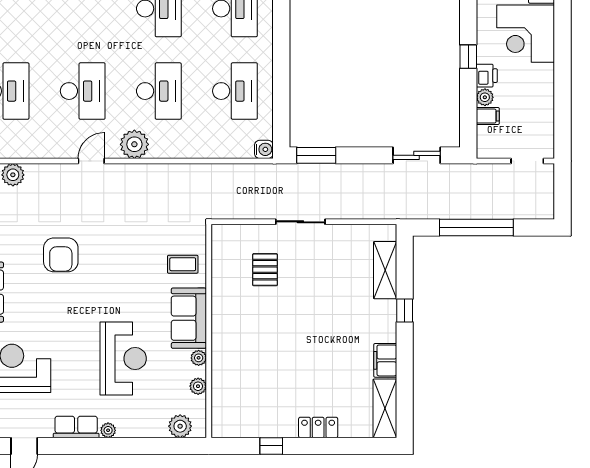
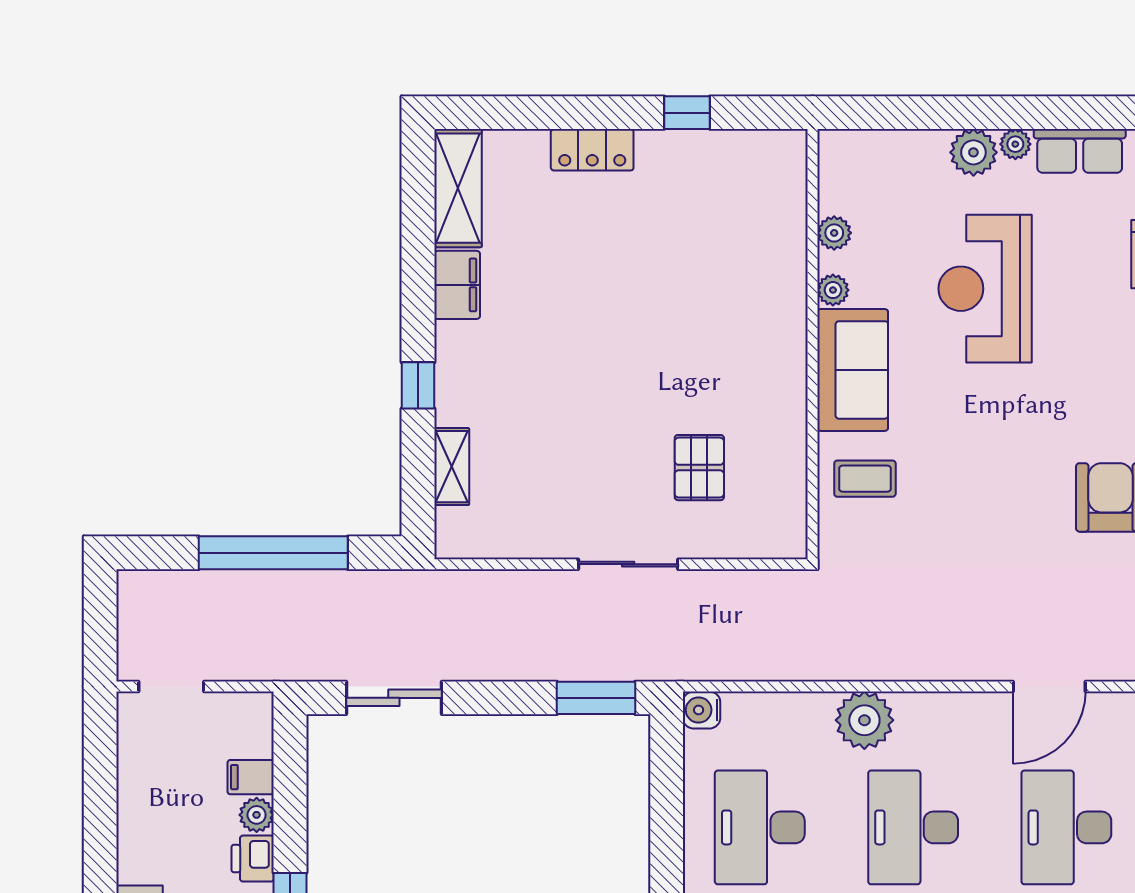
plant: (134, 144) -> (864, 720), moved
door: (91, 161) -> (1049, 686), width x1.38
shelving: (385, 270) -> (452, 467), width x0.67, depth x0.75
plant: (180, 426) -> (973, 152), moved

